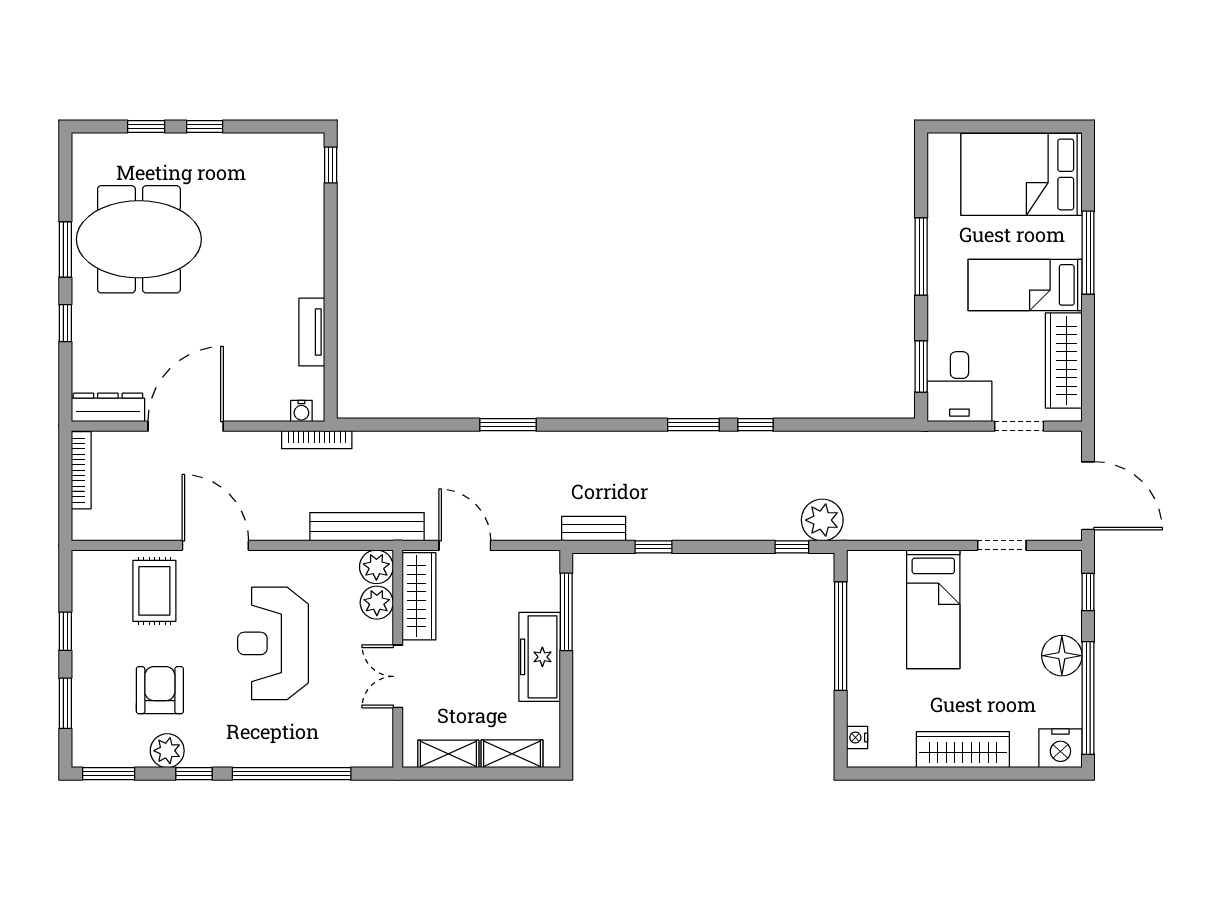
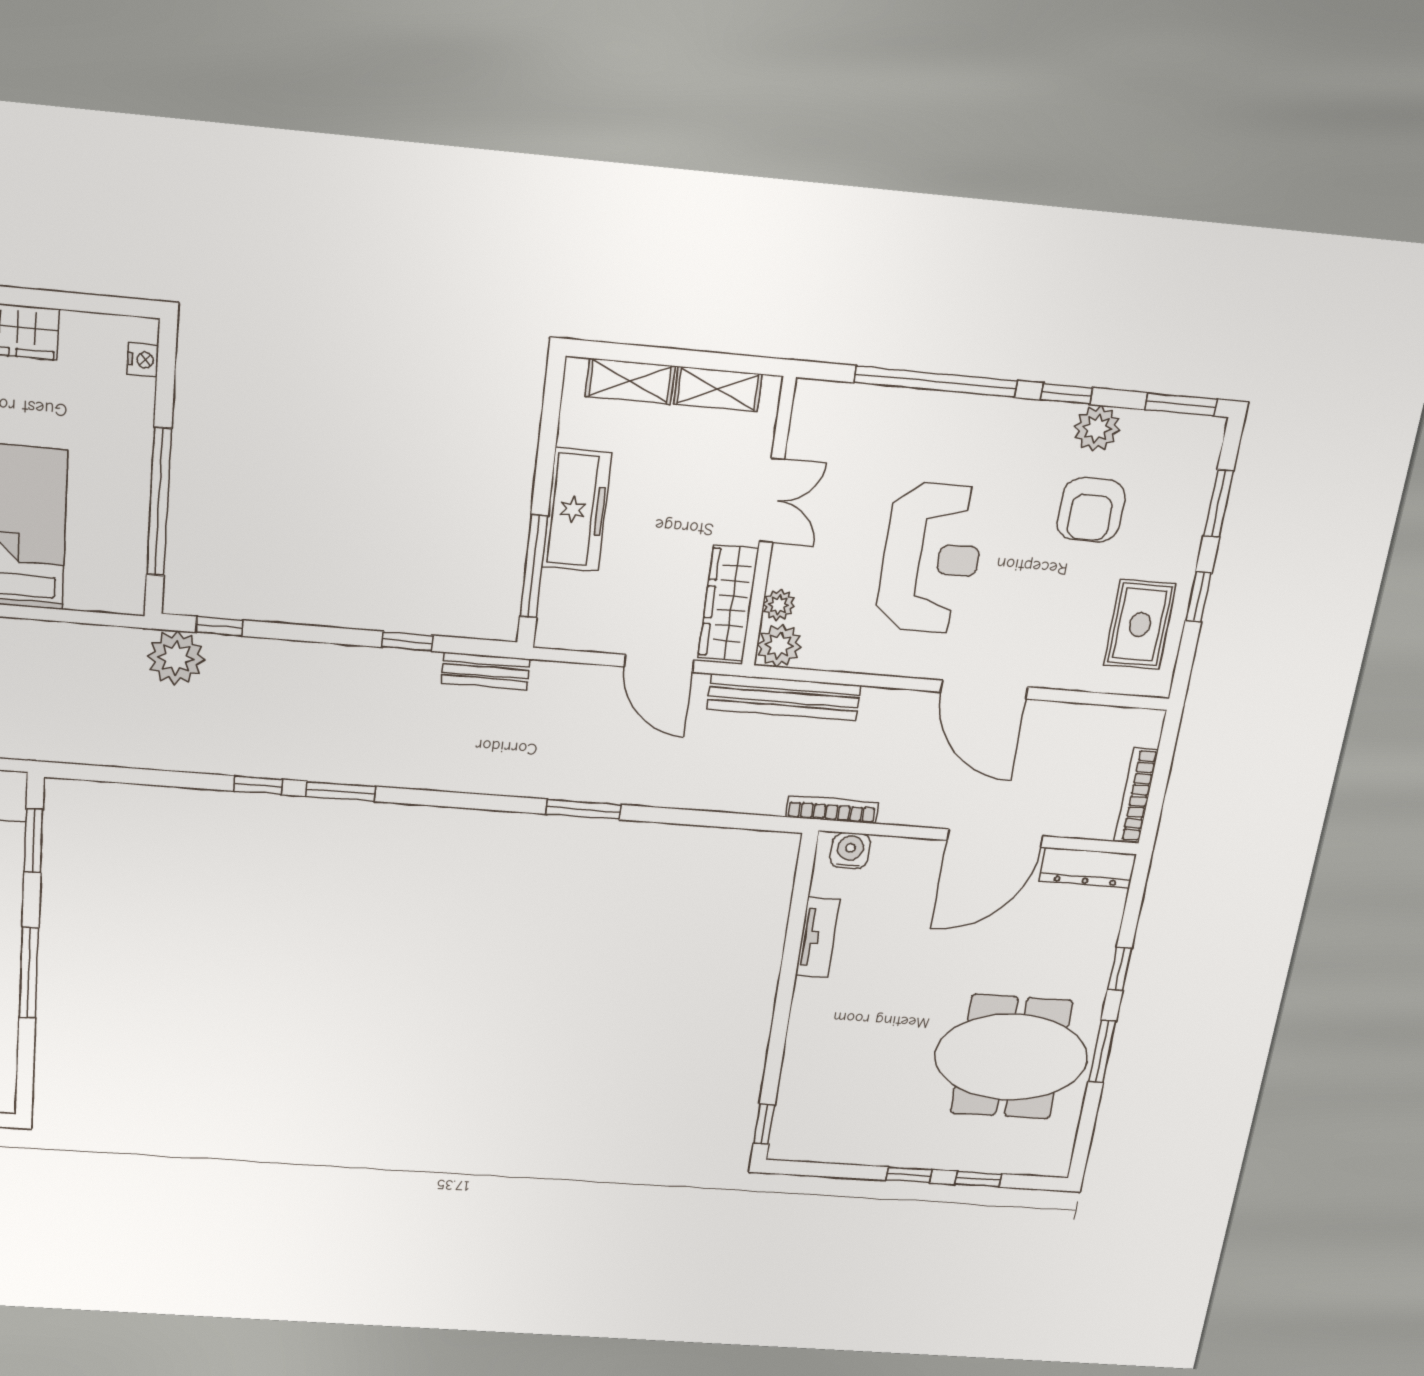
water cooler: (301, 411) -> (850, 851), width x1.38, depth x1.38
rug: (154, 591) -> (1140, 625), moved
plant: (377, 603) -> (779, 605), width x0.73, depth x0.73

